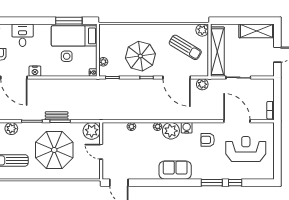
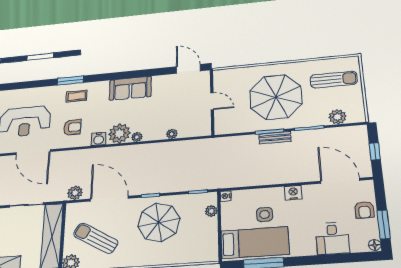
nightstand: (35, 71) -> (293, 193), moved
plant: (92, 131) -> (226, 124), removed
coffee table: (206, 168) -> (77, 96), added
sofa: (175, 170) -> (130, 88), moved
window: (235, 183) -> (42, 83), removed

